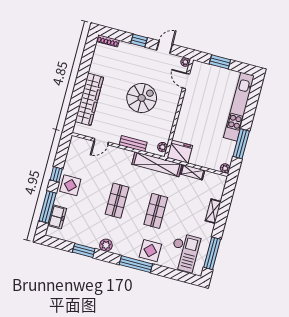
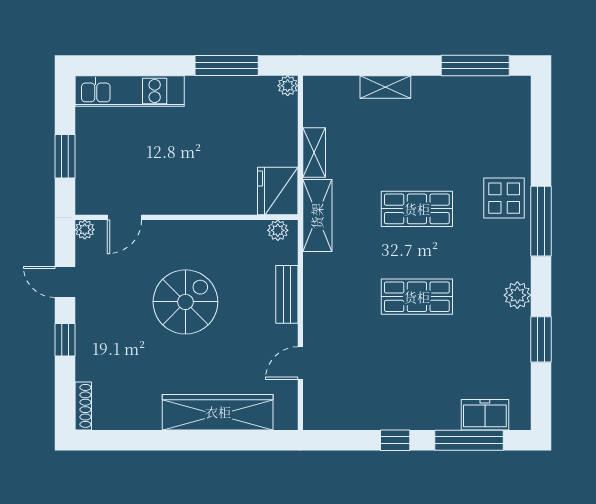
spiral stairs: (142, 98) -> (185, 302), turned 90
kitchen unit: (239, 107) -> (130, 91), width x0.73
door: (101, 142) -> (300, 363), swing flipped
shelving: (157, 164) -> (317, 216), width x0.68
display table: (70, 185) -> (410, 404), removed
checkout: (184, 252) -> (489, 125), removed

